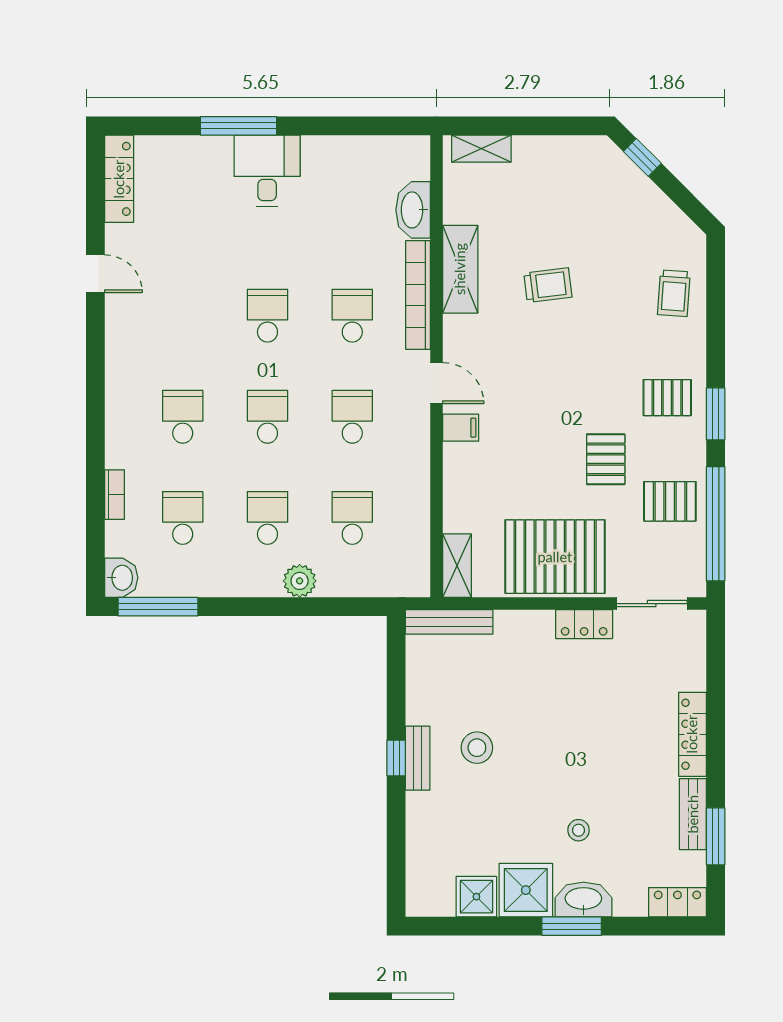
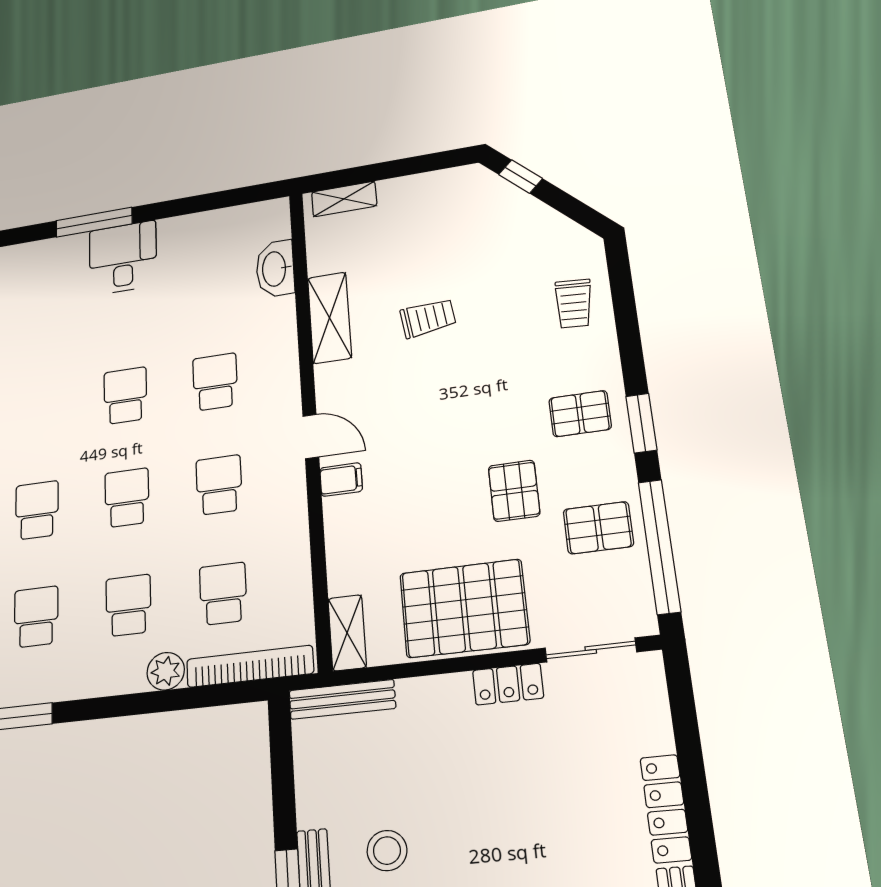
bookcase: (418, 295) -> (250, 666), moved, turned 90

